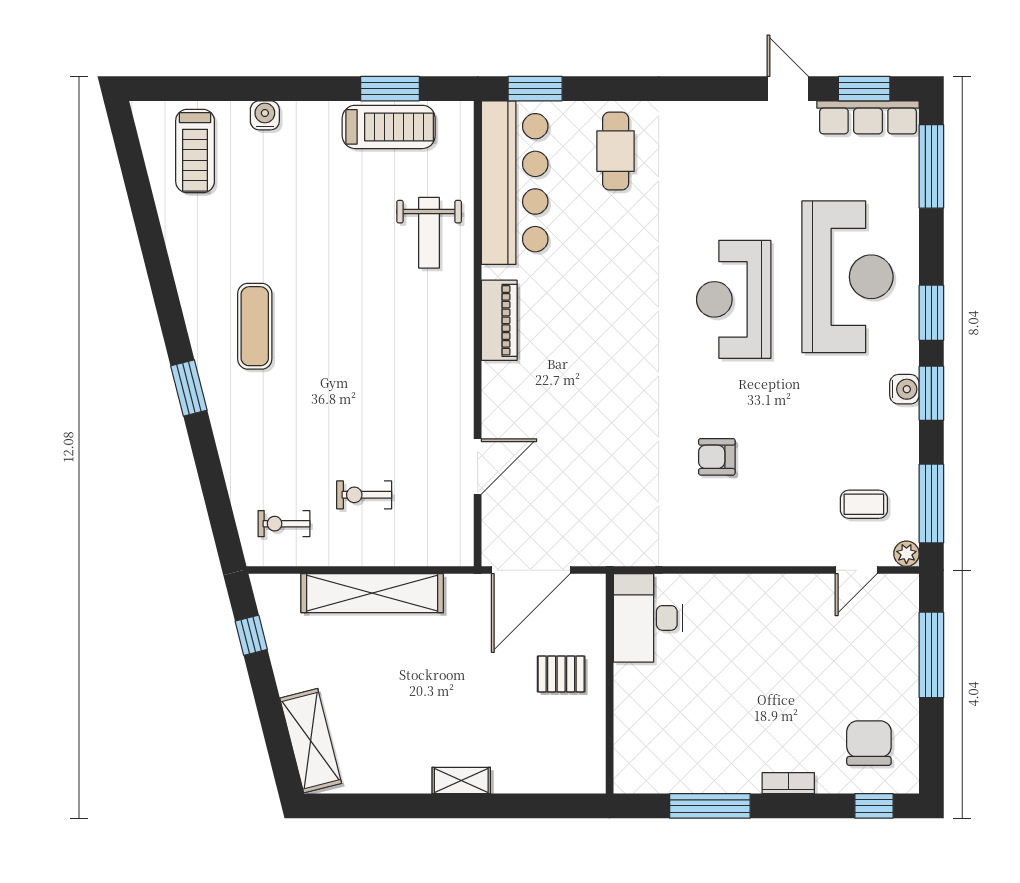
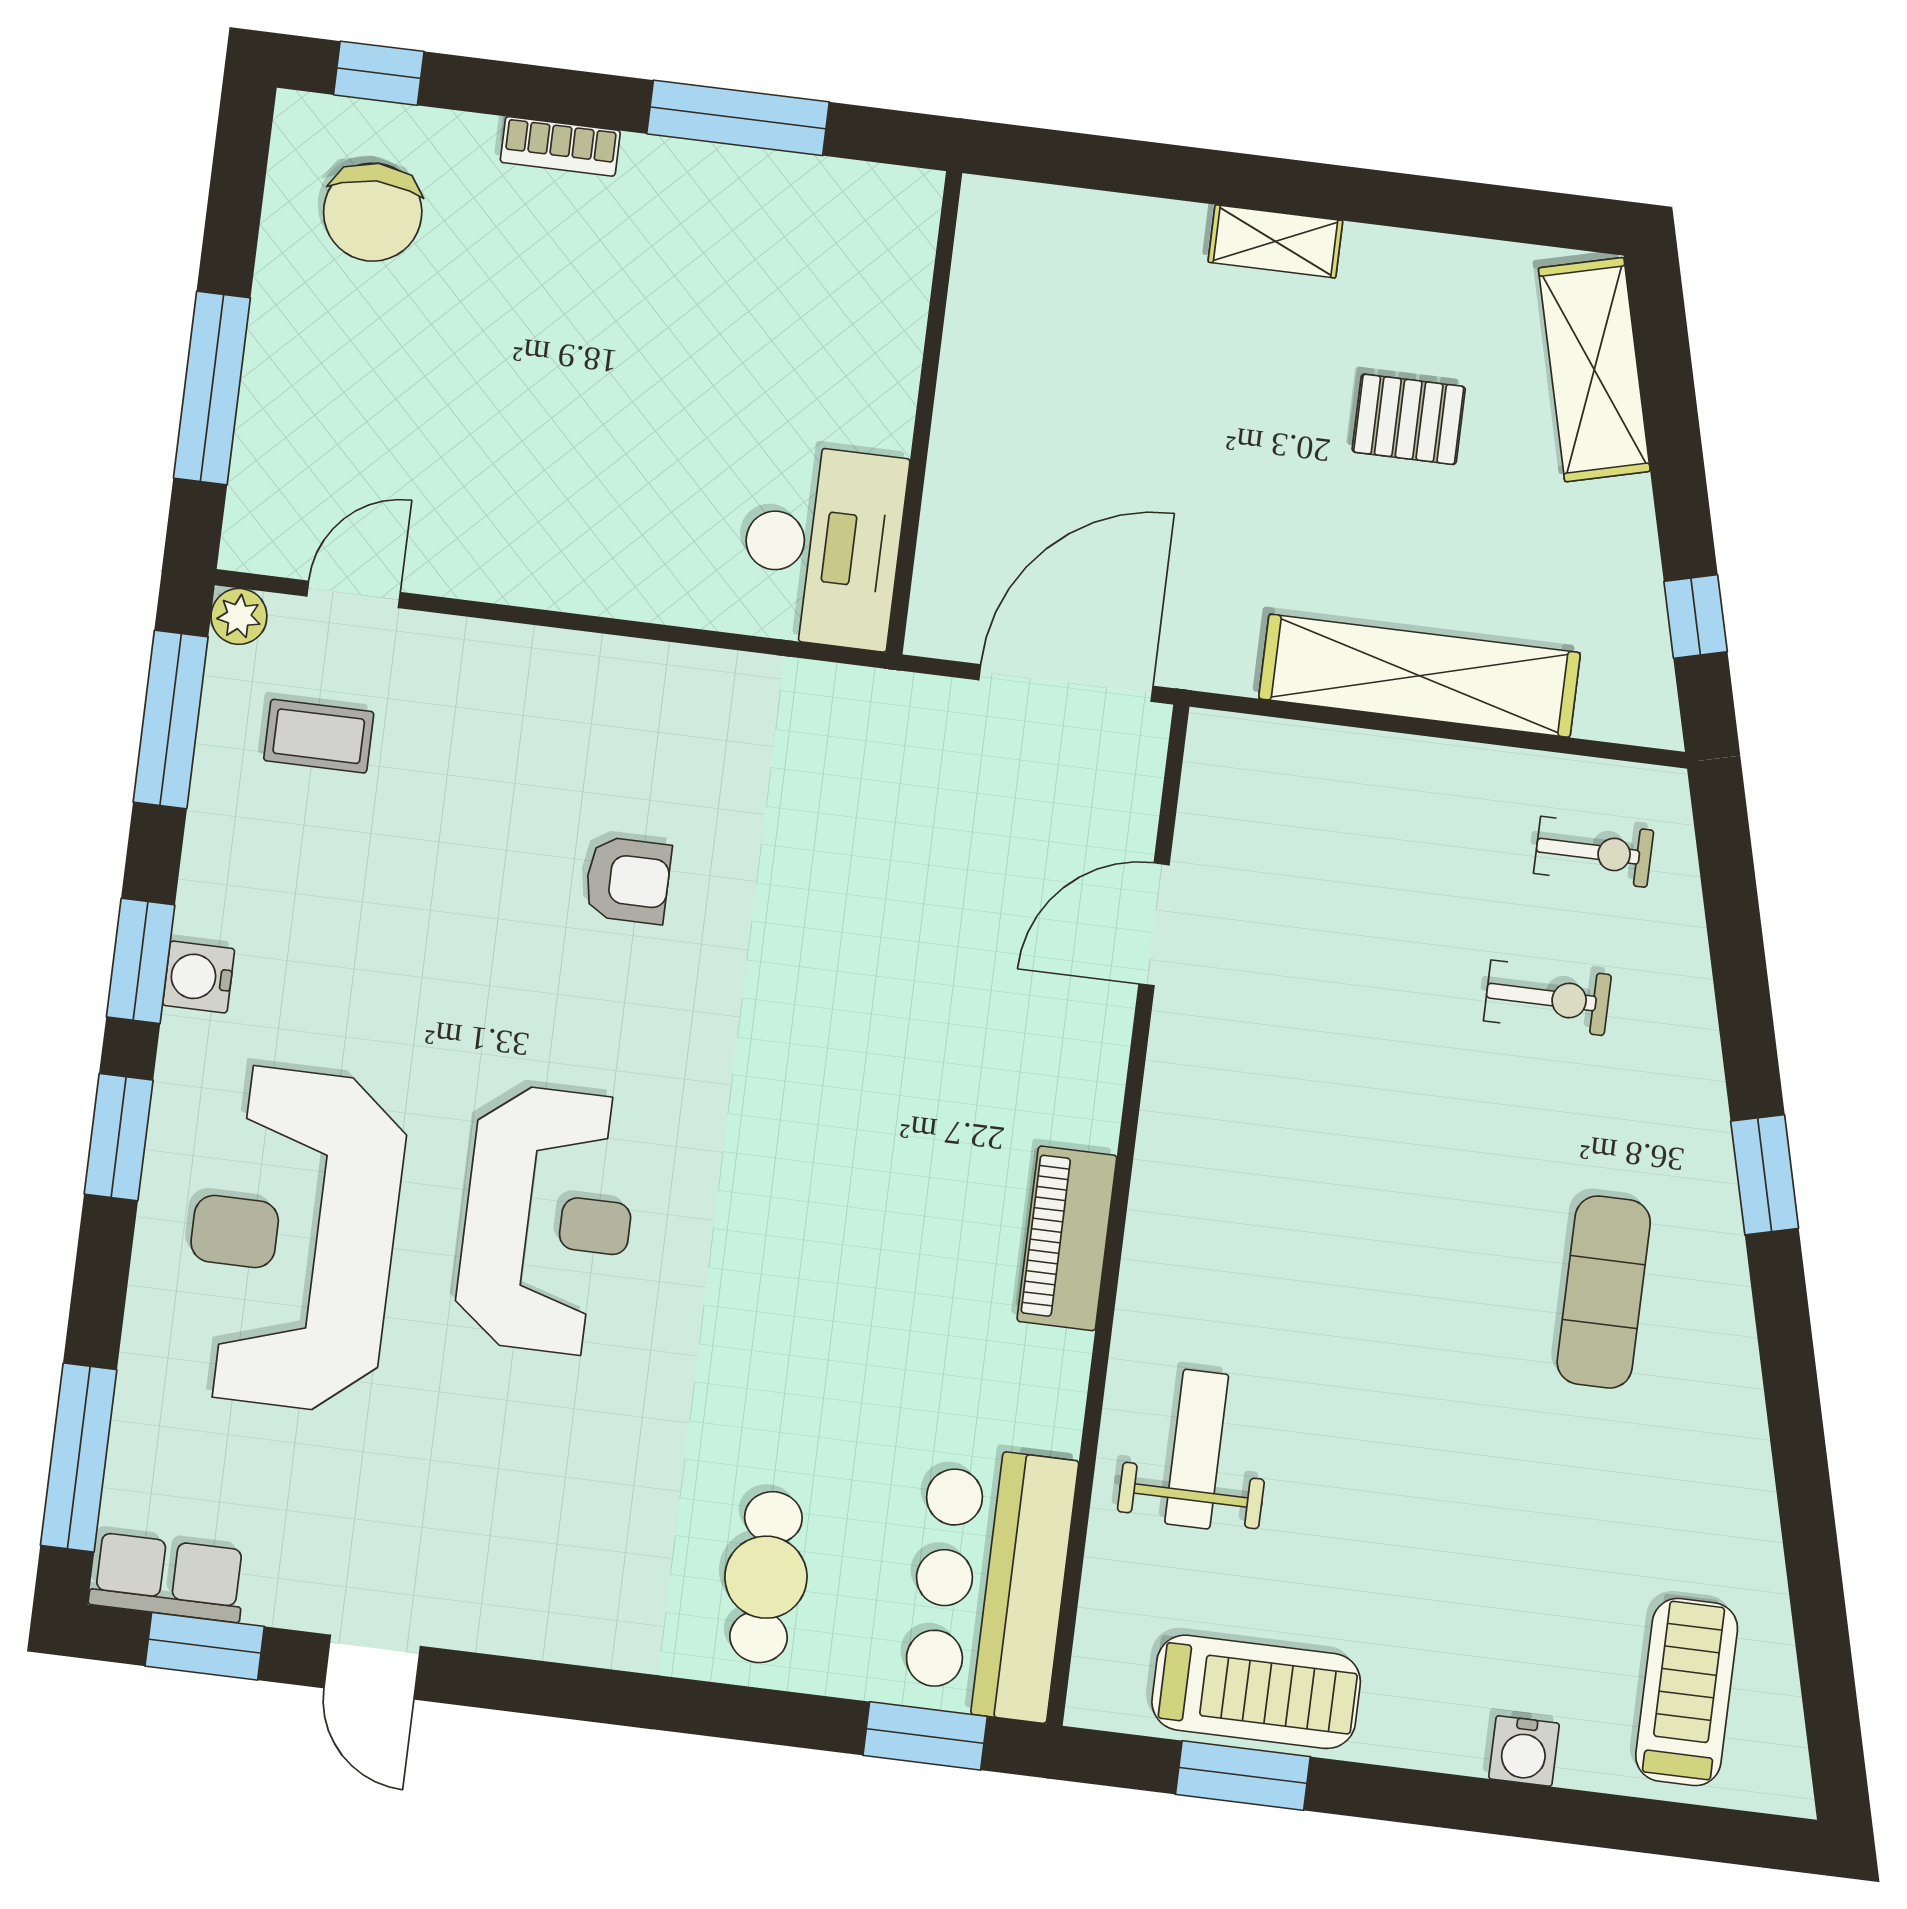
row of seats: (868, 117) -> (168, 1578), width x0.68
treadmill: (389, 127) -> (1256, 1692), turned 180
bar counter: (515, 183) -> (990, 1583), width x0.73
exercise bike: (364, 495) -> (1547, 998), moved
pallet: (561, 674) -> (1409, 419), moved

